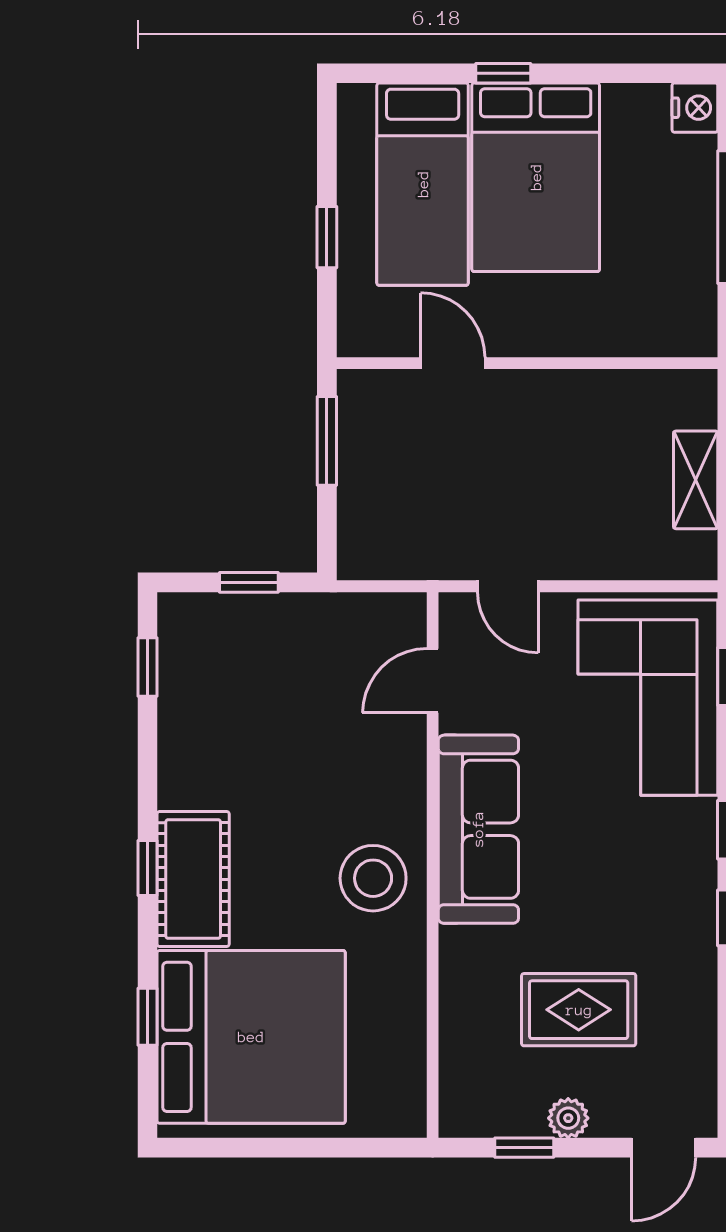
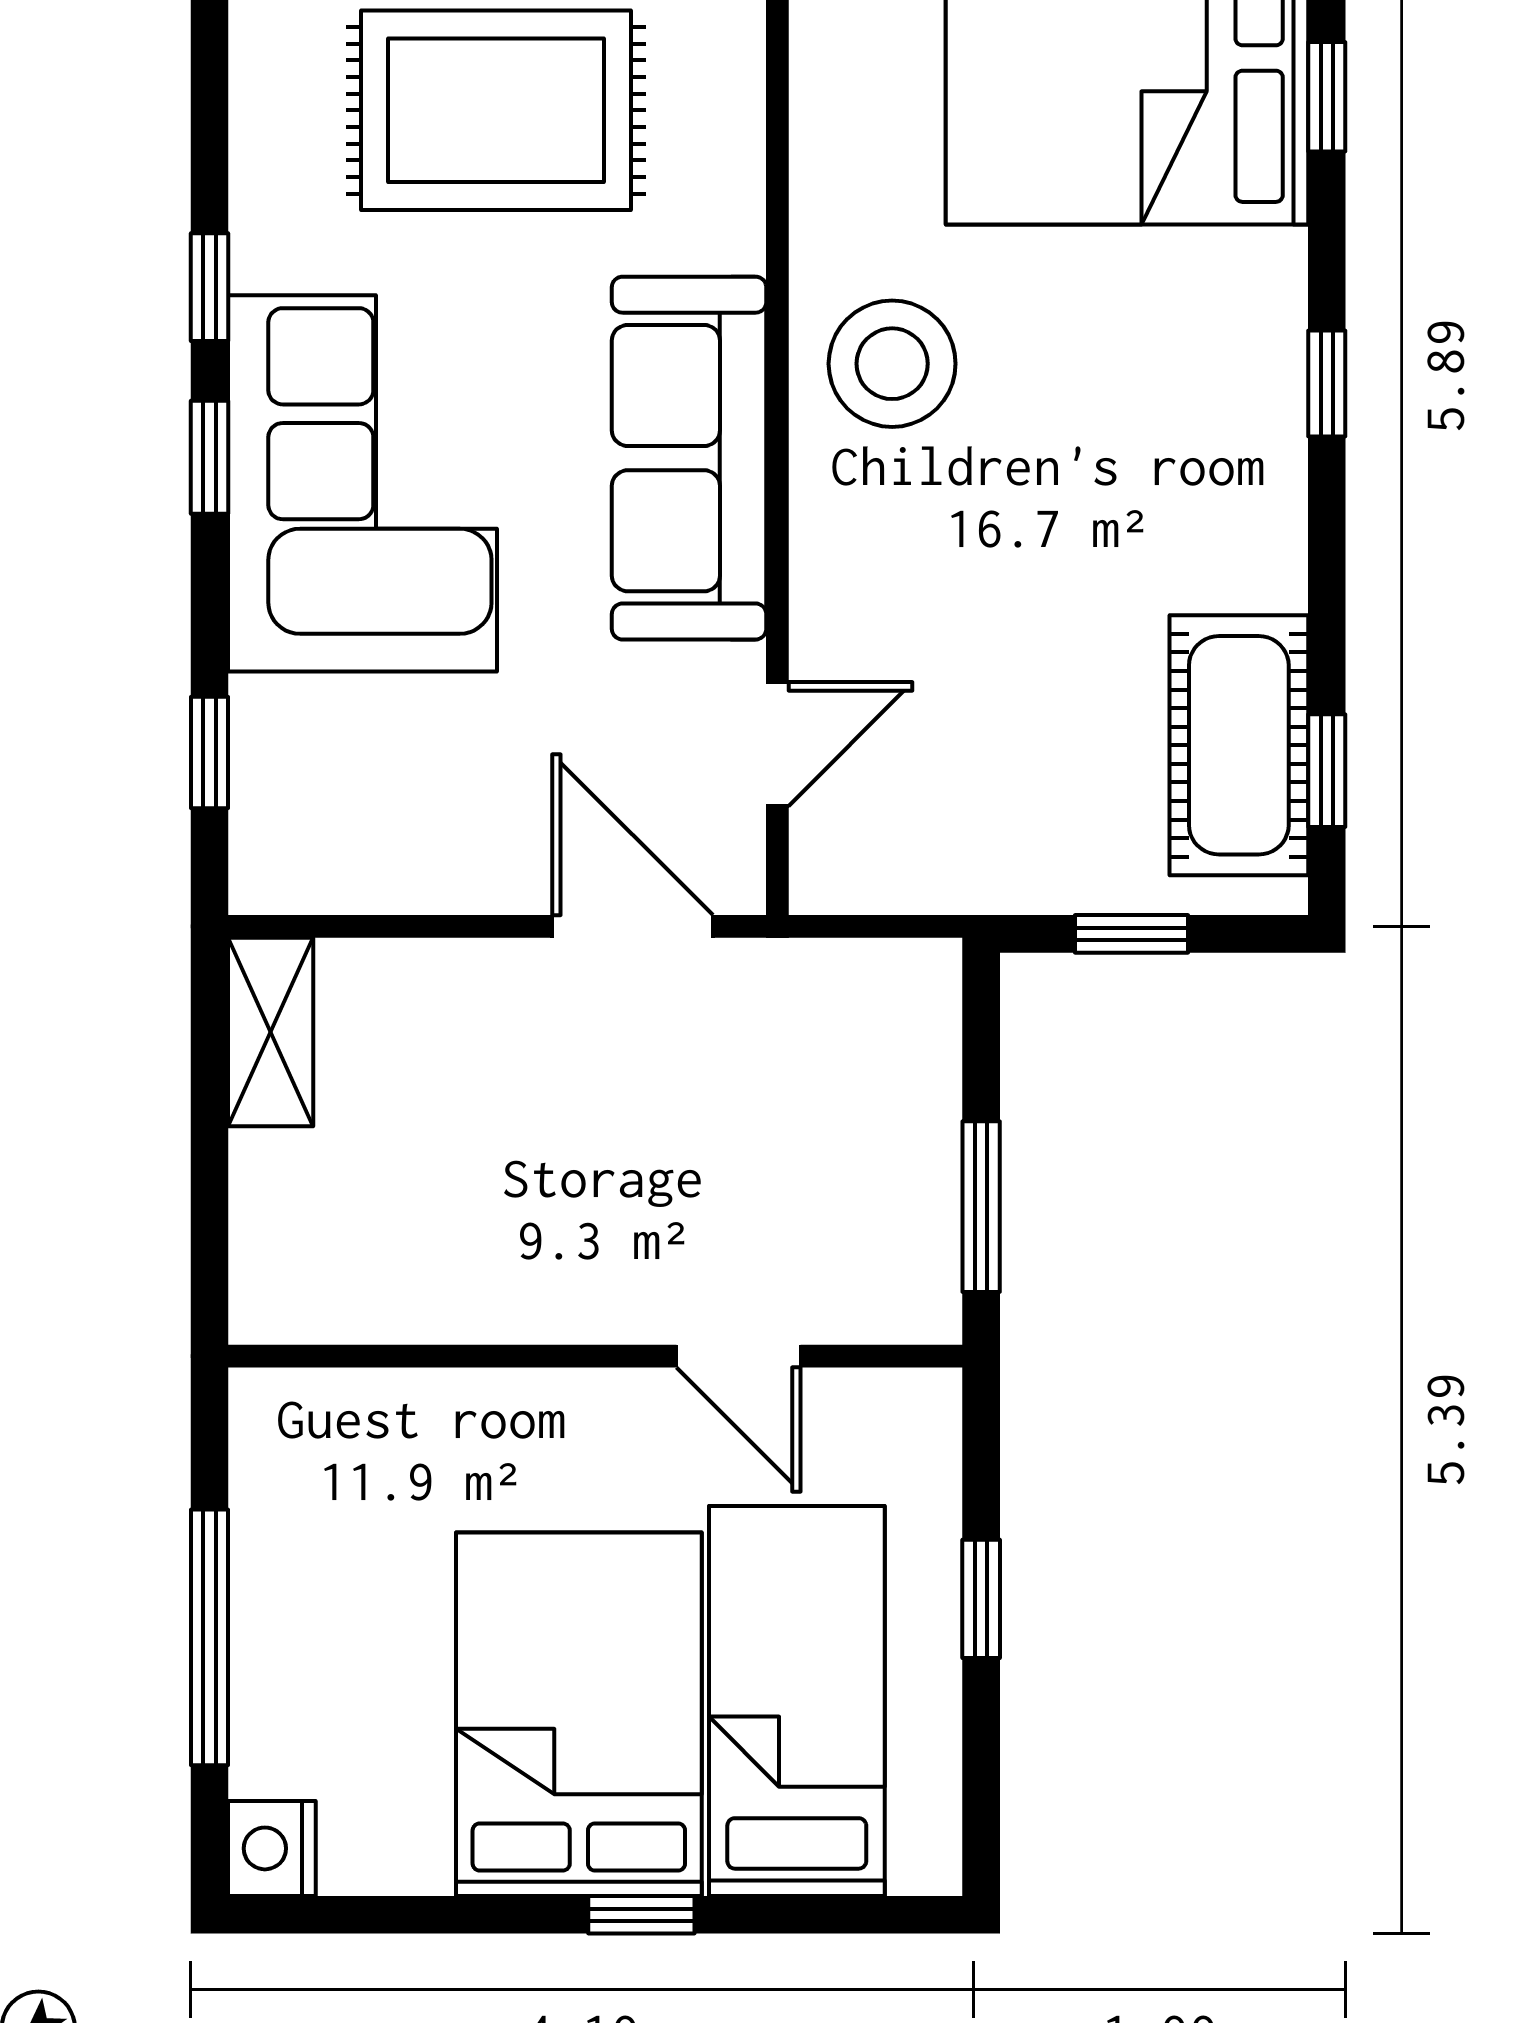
shelving: (696, 480) -> (271, 1032), moved
door: (508, 586) -> (633, 926), width x1.38
corner sofa: (648, 698) -> (362, 483), moved
cot: (193, 879) -> (1239, 745), moved
rug: (579, 1010) -> (496, 110), width x1.36, depth x1.43

